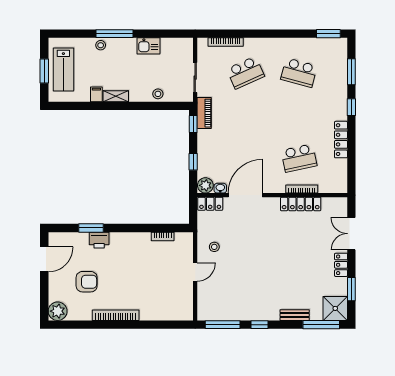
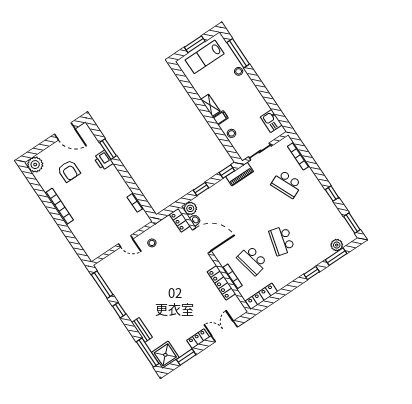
window: (114, 34) -> (238, 53), moved
window: (285, 34) -> (332, 194), added
kitchen sink: (148, 46) -> (271, 121), moved
plant: (340, 63) -> (337, 245), added
school desk: (299, 73) -> (282, 241), moved
filing cabinet: (96, 94) -> (221, 118), moved
locker: (341, 140) -> (262, 296), moved

